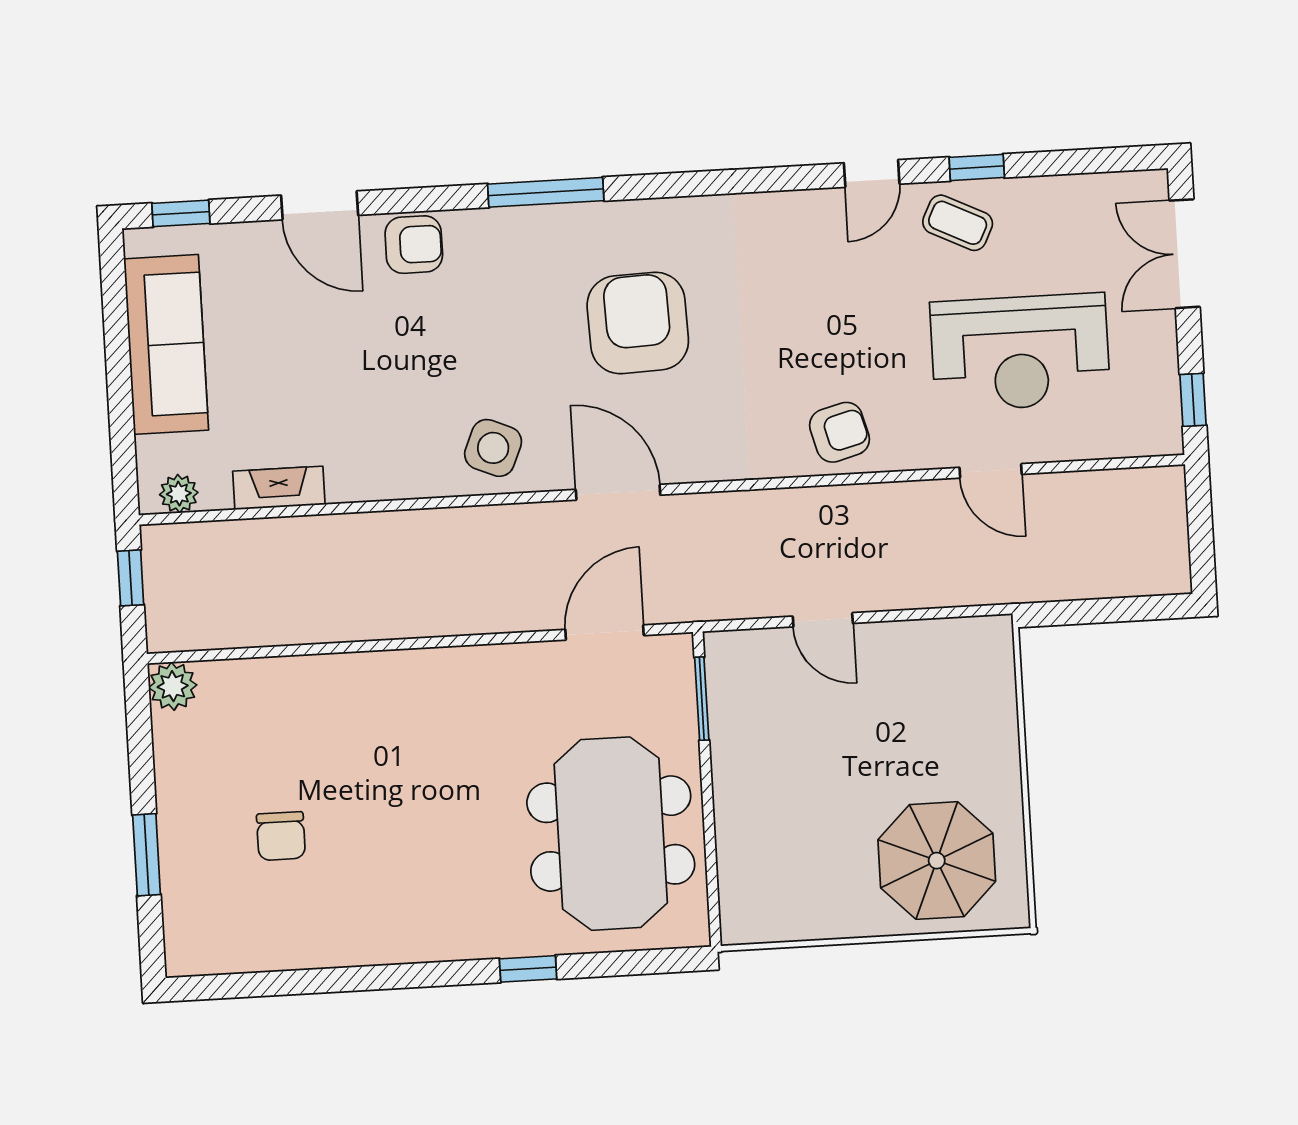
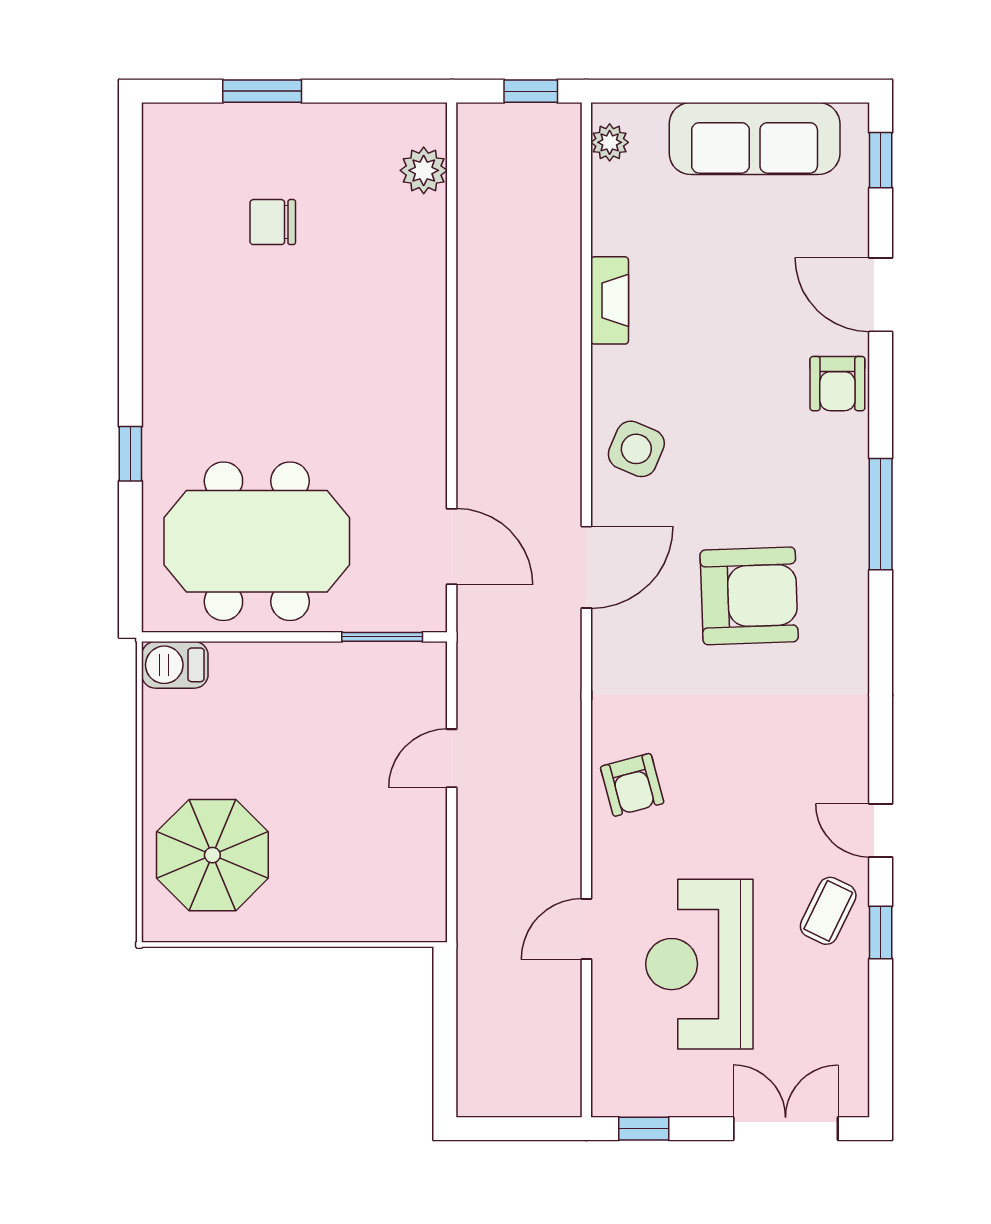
door: (320, 205) -> (881, 295), hinge flipped
fireplace: (279, 488) -> (610, 300), moved
plant: (173, 686) -> (424, 170), moved
barbecue: (743, 911) -> (175, 665), added

